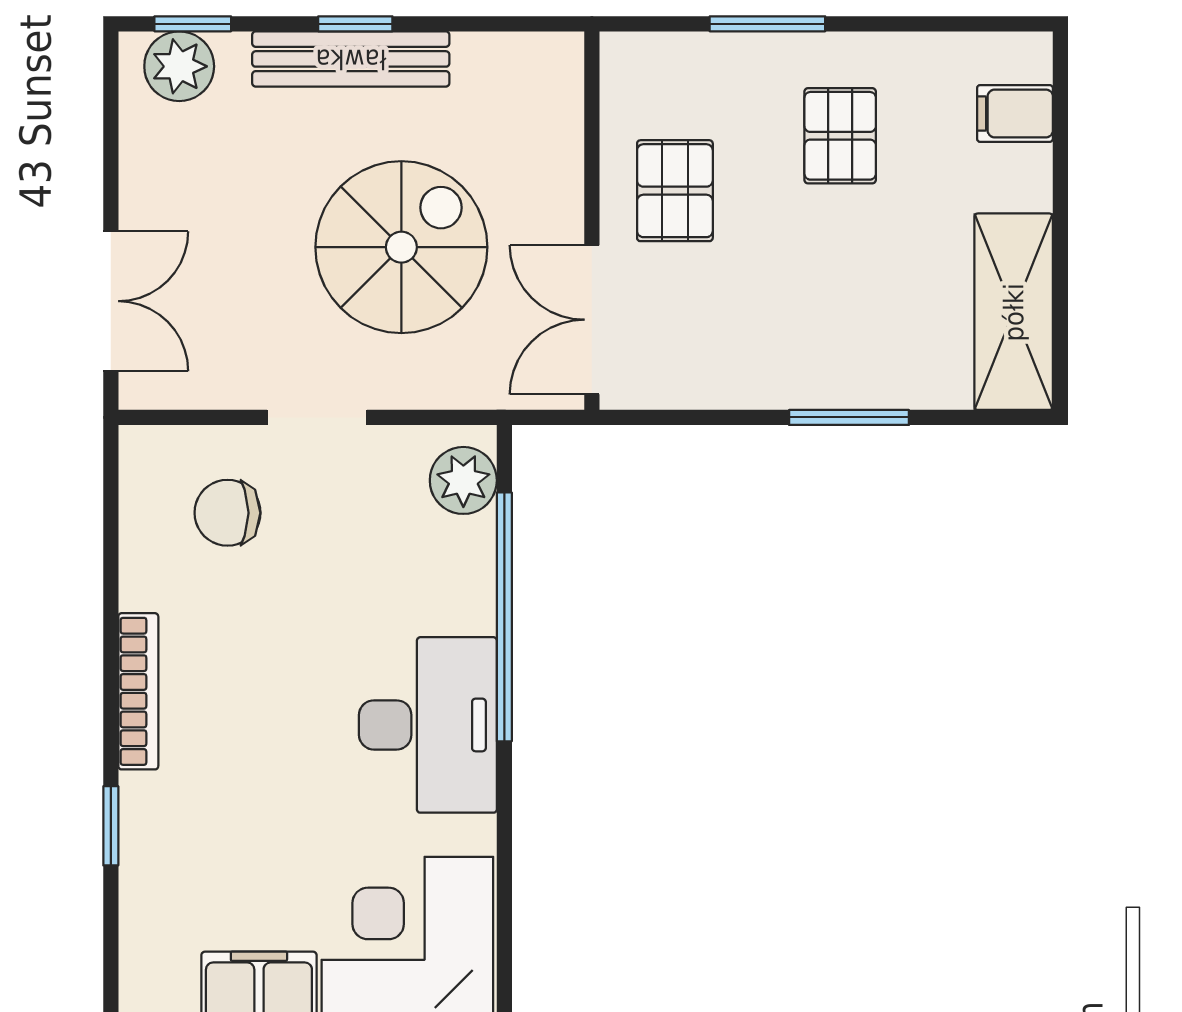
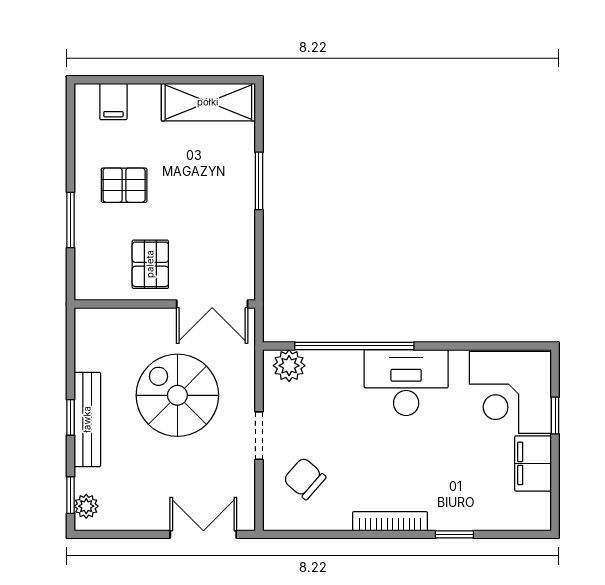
plant: (179, 66) -> (86, 506), width x0.73, depth x0.73
pallet: (675, 191) -> (150, 264), turned 90
chair: (228, 513) -> (305, 478), turned 131

